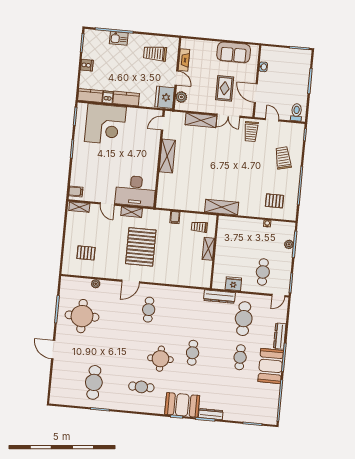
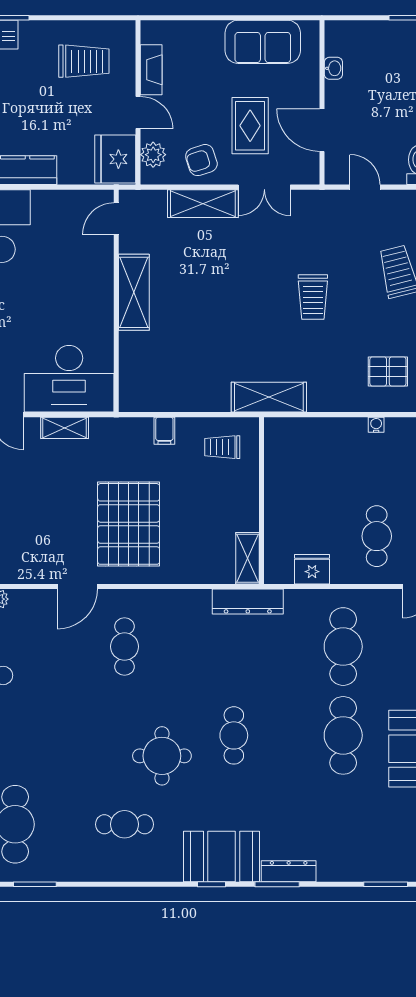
trolley: (155, 53) -> (84, 61), turned 180
armchair: (202, 101) -> (201, 160), added
trolley: (251, 132) -> (313, 297), moved
pallet: (141, 247) -> (129, 524), moved
shelving: (208, 249) -> (247, 558), moved
dresser: (219, 297) -> (248, 602), moved
cafe table: (240, 357) -> (343, 735), width x1.37, depth x1.35

